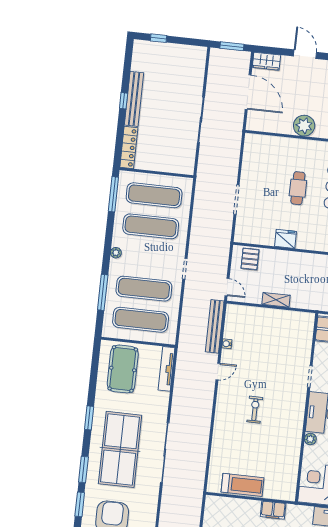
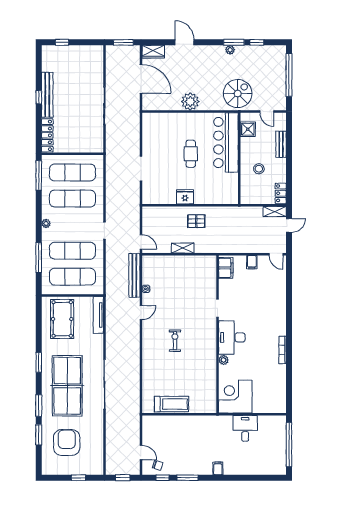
pallet: (250, 259) -> (196, 221), moved, turned 90
filing cabinet: (273, 510) -> (199, 422), removed

